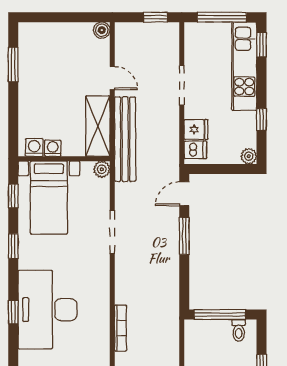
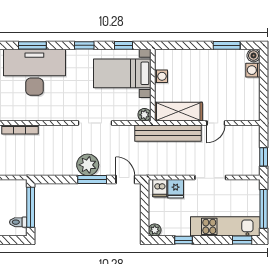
boiler: (102, 30) -> (254, 56), moved
washing machine: (34, 148) -> (253, 70), moved, turned 180
plant: (166, 242) -> (88, 165), added
window: (13, 312) -> (32, 45), width x1.50

